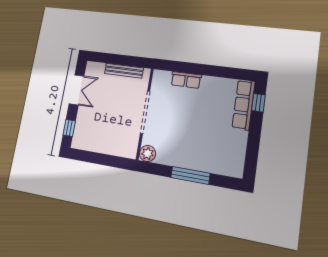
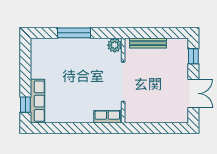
bench: (124, 71) -> (148, 43), moved
row of seats: (186, 80) -> (107, 117), moved
double door: (77, 90) -> (193, 93), swing flipped

